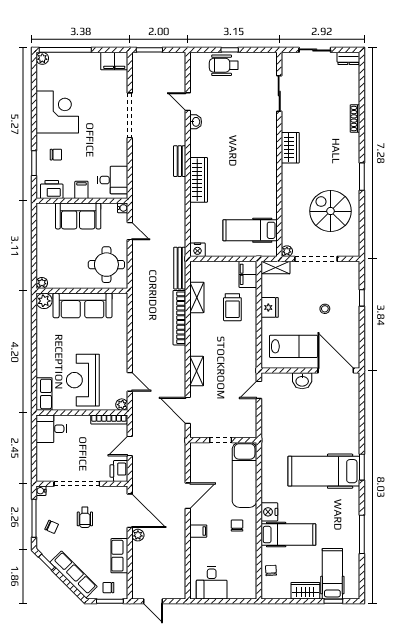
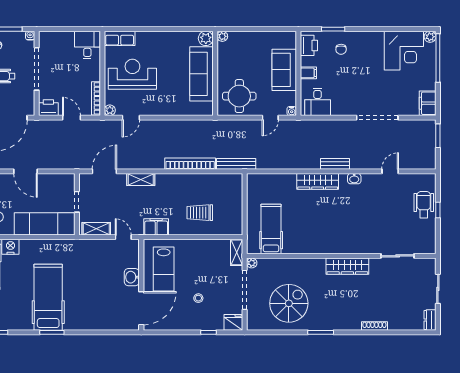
corner desk: (57, 112) -> (404, 51), moved
washbasin: (196, 122) -> (354, 179), moved
wardrobe: (290, 148) -> (347, 266), width x1.50
nightstand: (198, 250) -> (253, 180), removed
filing cabinet: (248, 274) -> (156, 227), moved
shelving: (197, 297) -> (96, 229), moved
fridge: (270, 307) -> (233, 322), moved, turned 180

